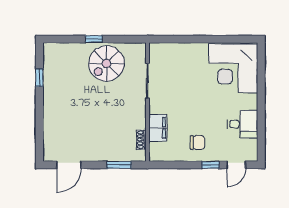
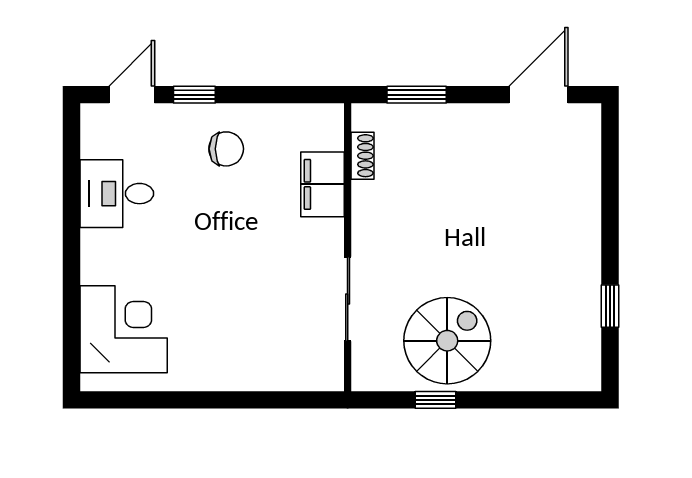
window: (94, 39) -> (435, 400), moved
corner desk: (233, 68) -> (124, 329), width x0.74, depth x0.74
chair: (197, 142) -> (226, 149), turned 180

